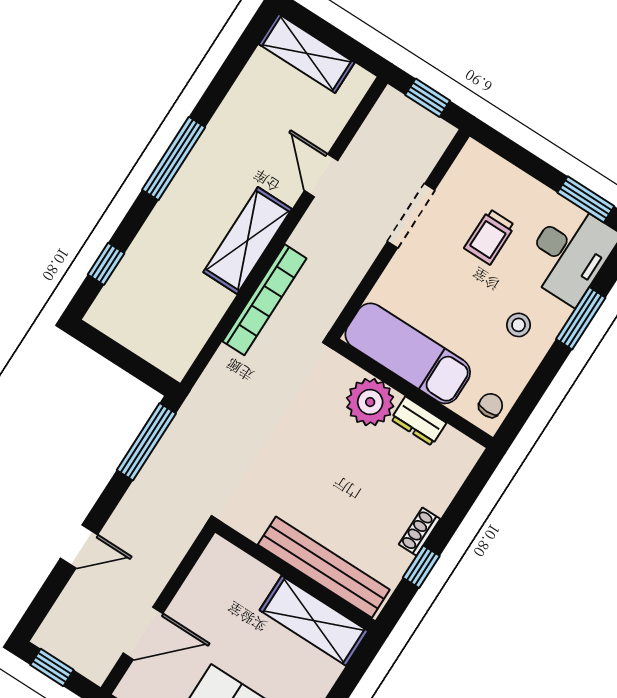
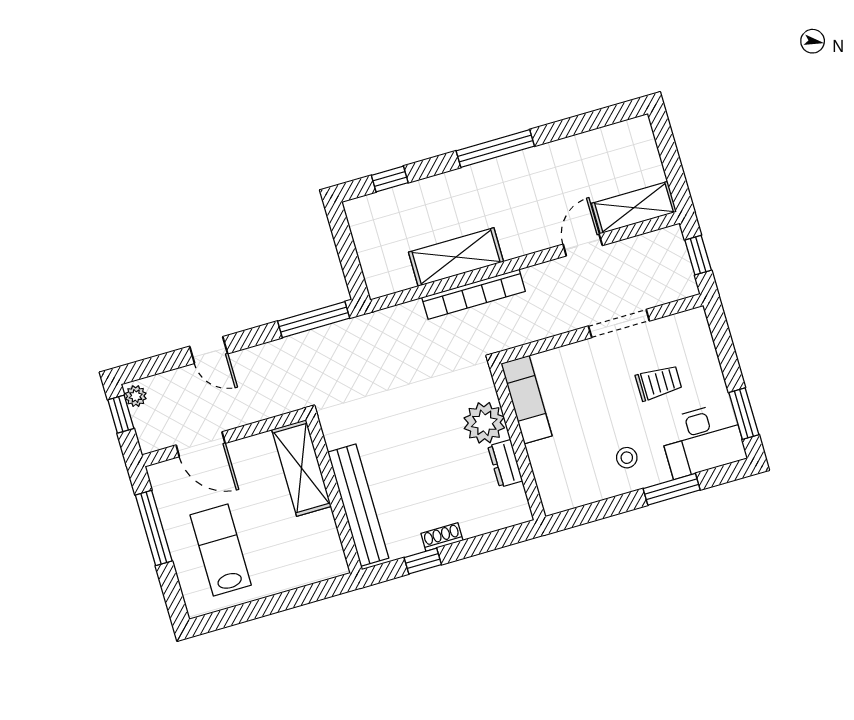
shelving: (307, 53) -> (634, 208), moved, turned 90
trolley: (490, 237) -> (659, 383), turned 180
shelving: (248, 240) -> (456, 257), moved
exam couch: (408, 353) -> (527, 400), width x0.73, depth x0.69
chair: (491, 405) -> (562, 495), removed
shelving: (314, 621) -> (302, 468), moved
plant: (51, 641) -> (136, 396), added

